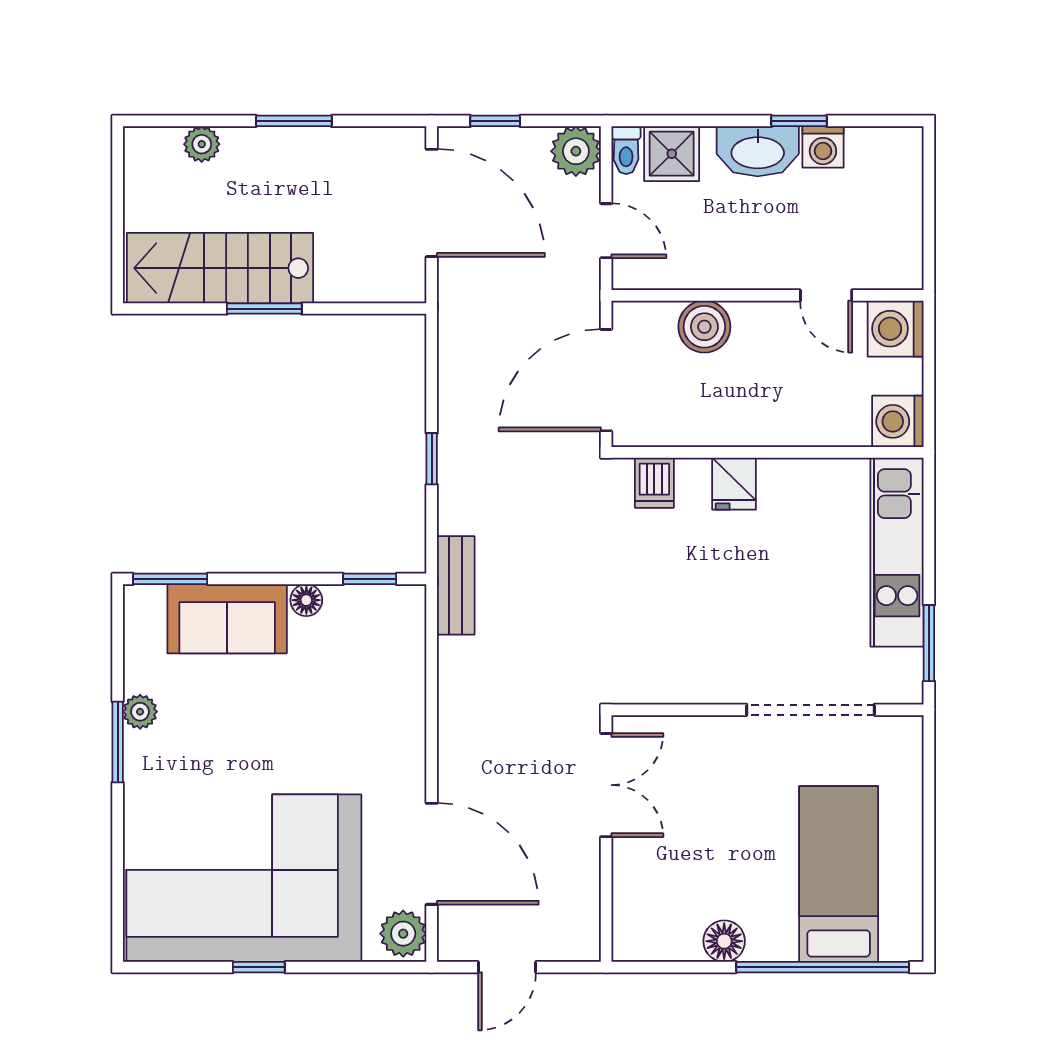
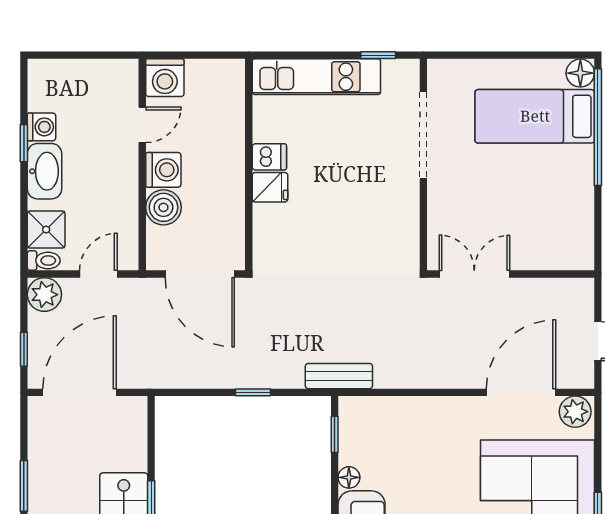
washing machine: (898, 421) -> (163, 170), moved, turned -90
dishwasher: (654, 483) -> (269, 157), moved
window: (929, 643) -> (378, 55), width x0.67
floor lamp: (724, 941) -> (580, 73), moved

